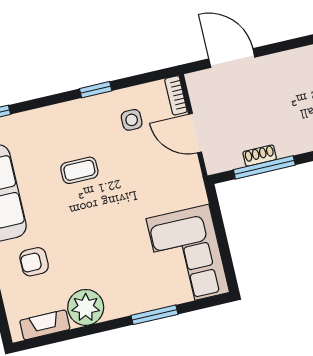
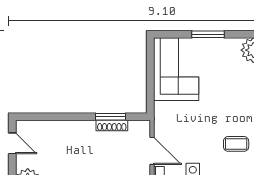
shoe rack: (260, 156) -> (112, 126), width x1.43
window: (264, 167) -> (110, 117), width x0.69

